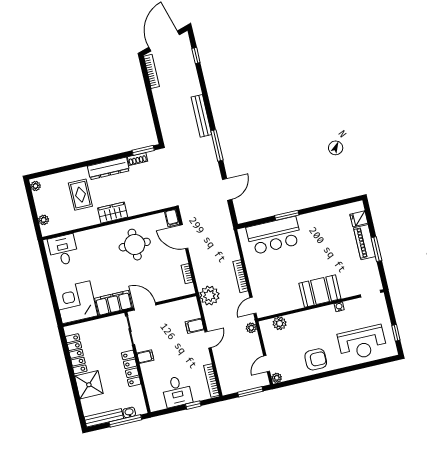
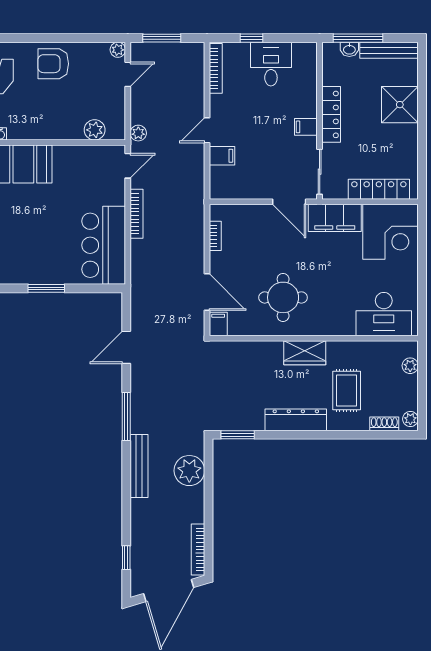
shoe rack: (137, 159) -> (384, 424), moved
bar counter: (274, 235) -> (104, 245), moved, turned -90
desk: (63, 250) -> (384, 314), width x1.37
plant: (209, 296) -> (189, 471), moved
locker: (76, 354) -> (379, 189), moved, turned 90

